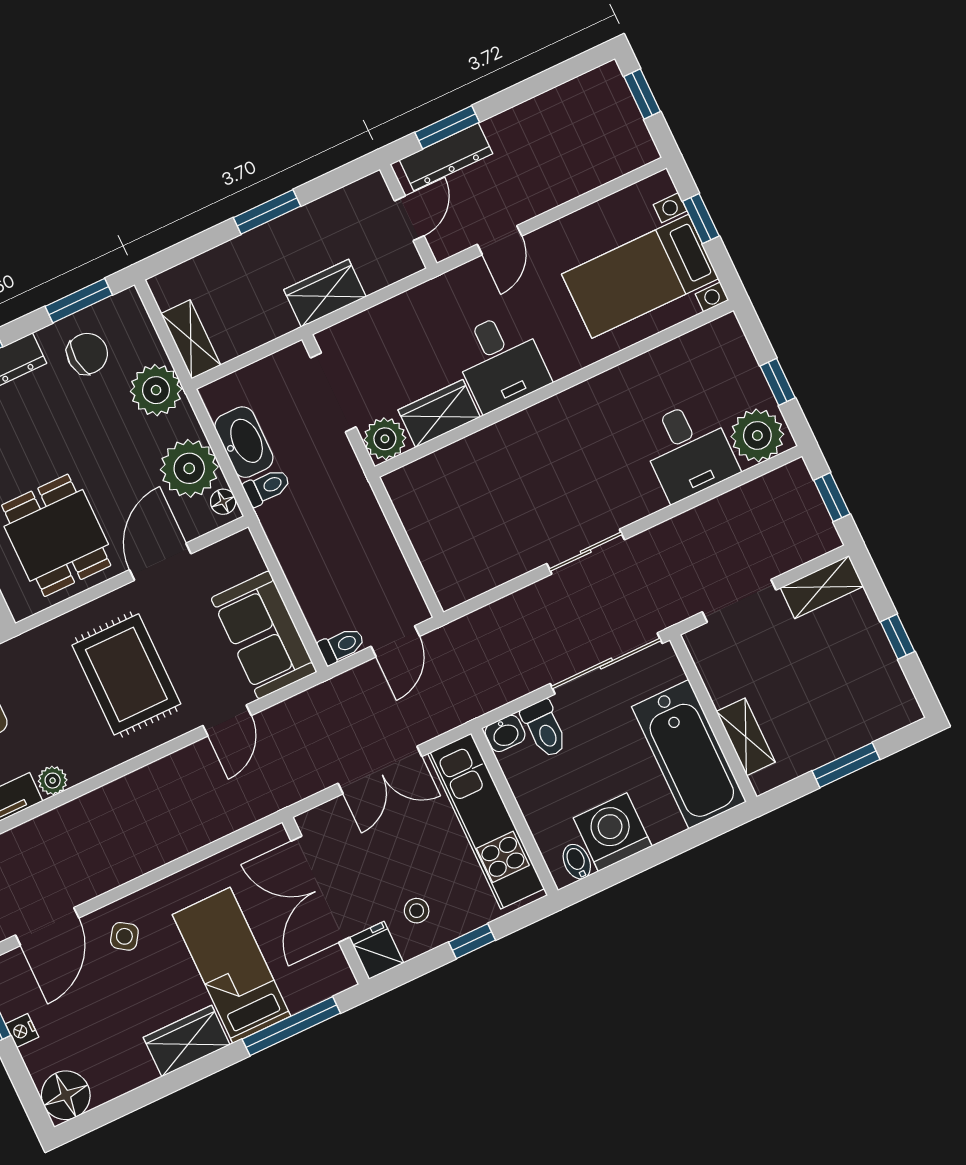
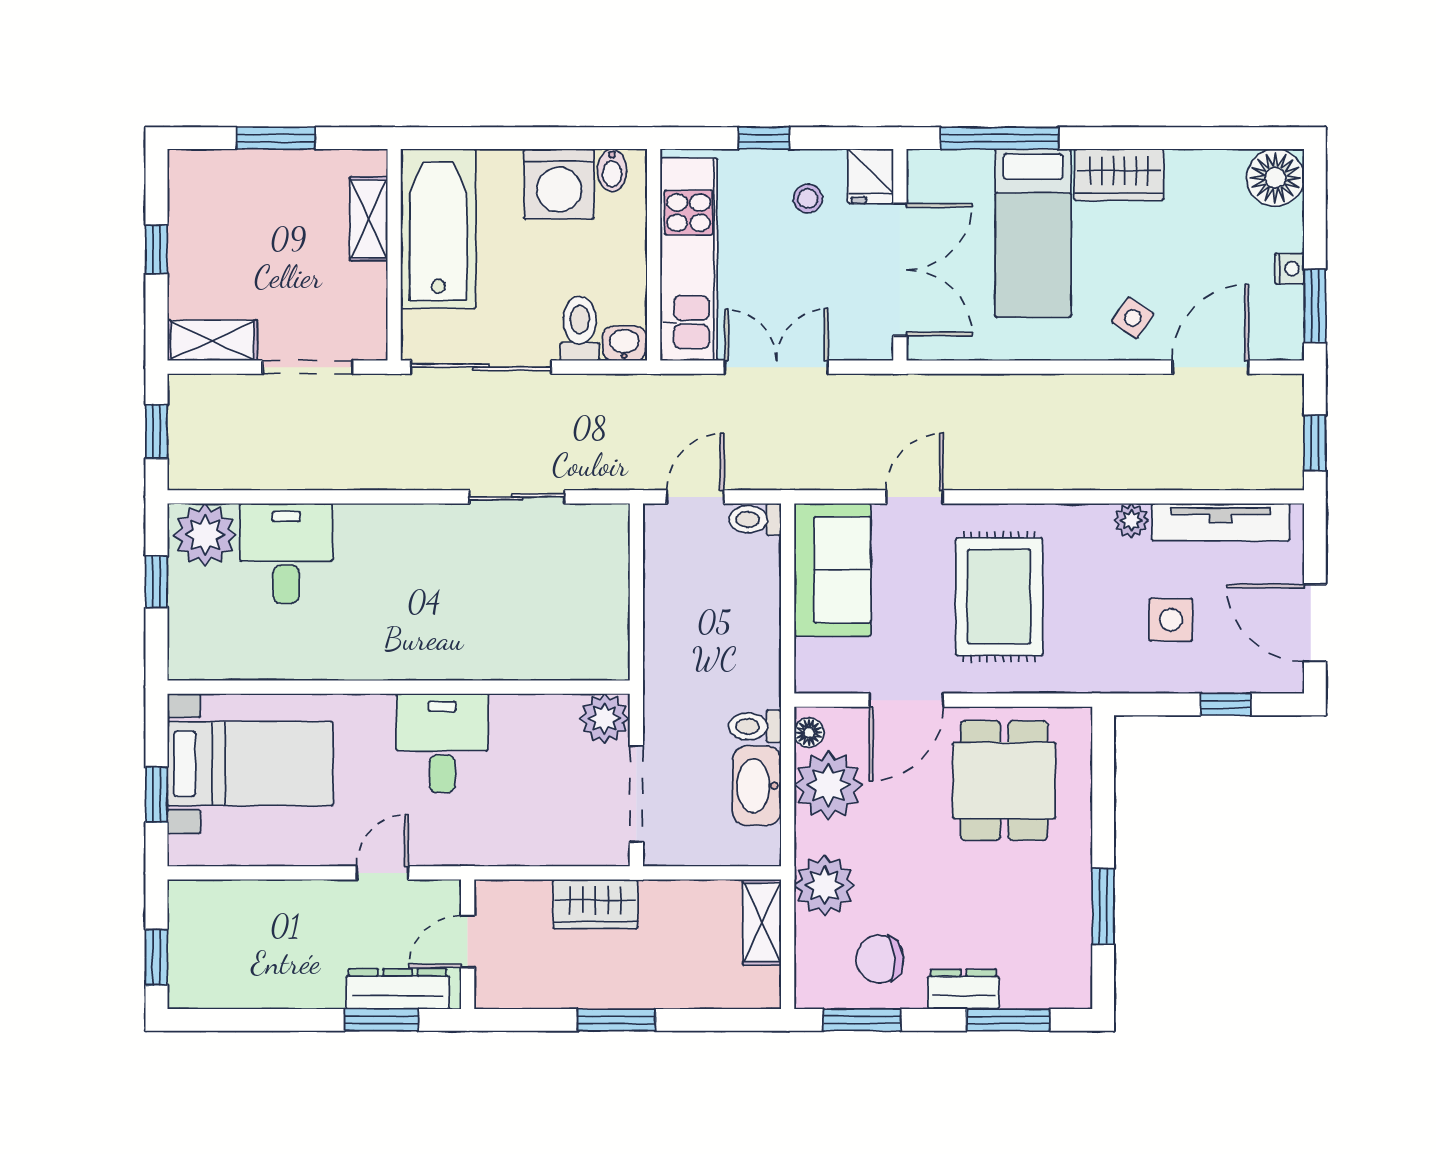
wardrobe: (439, 414) -> (534, 718), removed
sliding door: (586, 552) -> (517, 497), moved

